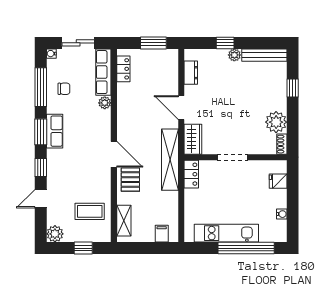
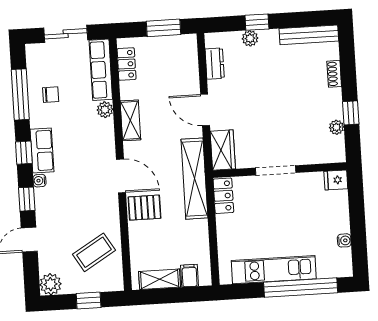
water cooler: (51, 54) -> (39, 181), moved
plant: (234, 55) -> (250, 38), moved
window: (293, 88) -> (351, 113), moved
shelving: (124, 112) -> (130, 120), added
plant: (276, 122) -> (336, 127), width x0.53, depth x0.53
window: (41, 132) -> (24, 153), width x0.67
shoe rack: (282, 144) -> (334, 74), moved
pallet: (130, 180) -> (144, 208), turned 90
fridge: (278, 181) -> (336, 180), moved
coffee table: (90, 211) -> (94, 252), turned -31
shelving: (124, 221) -> (160, 279), moved, turned 90

